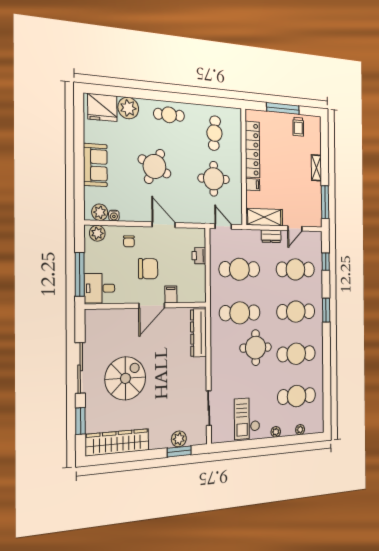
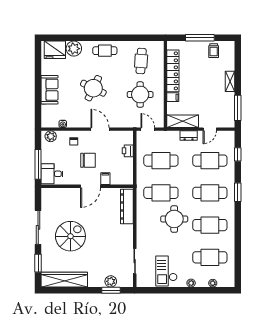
plant: (100, 212) -> (52, 122), removed

